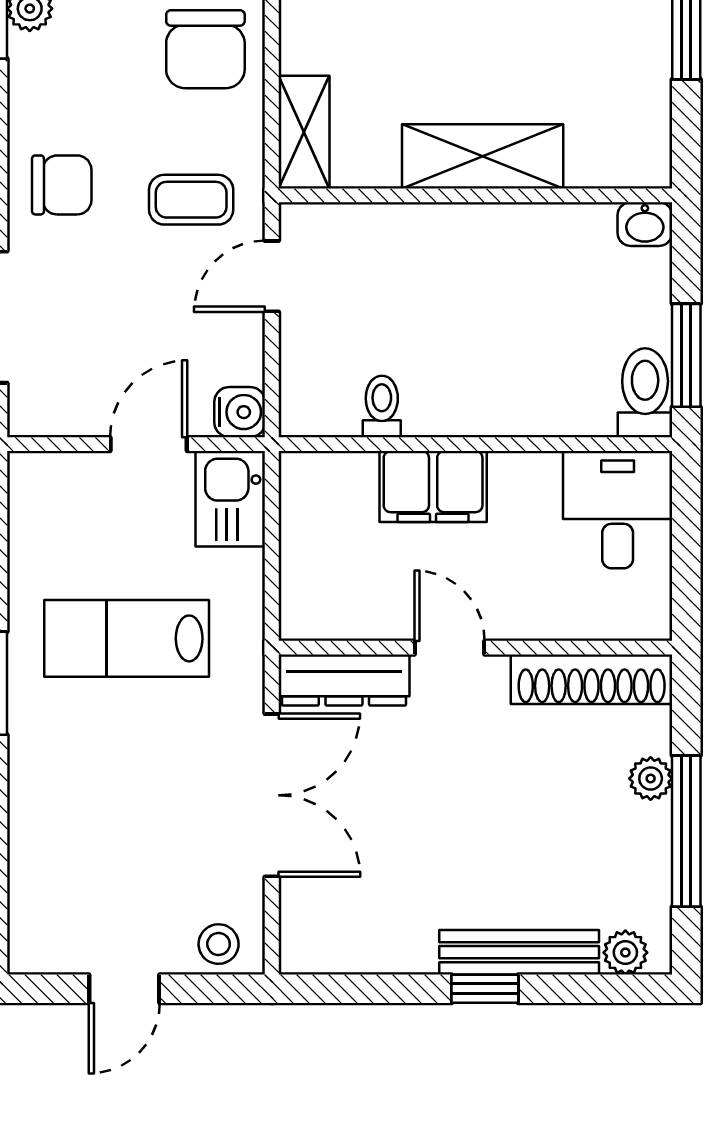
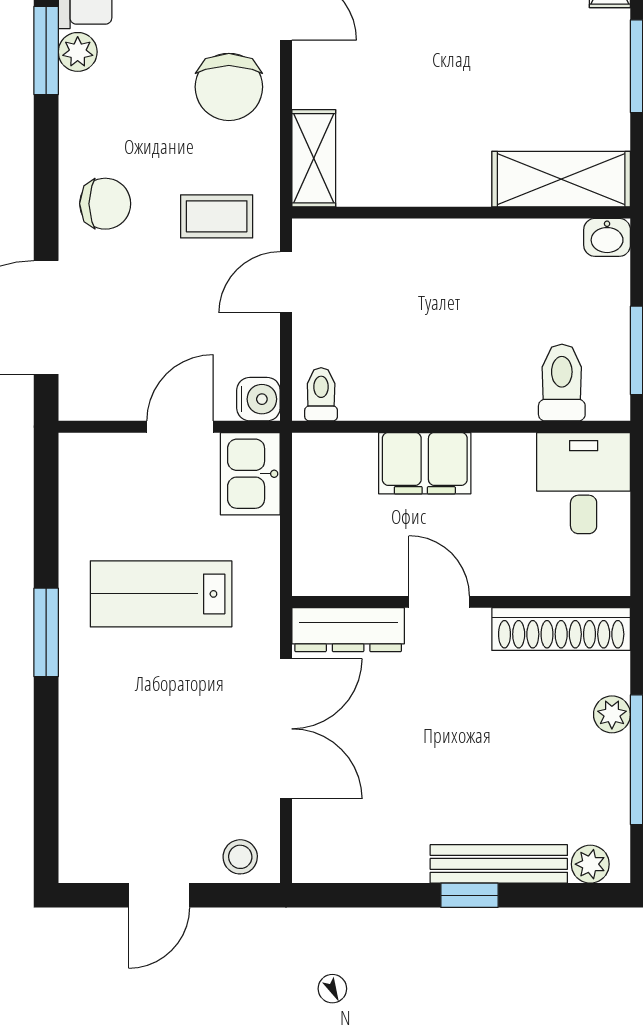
shelving: (483, 156) -> (561, 179), moved
toilet: (645, 393) -> (562, 383), moved
toilet: (382, 406) -> (321, 394), moved

